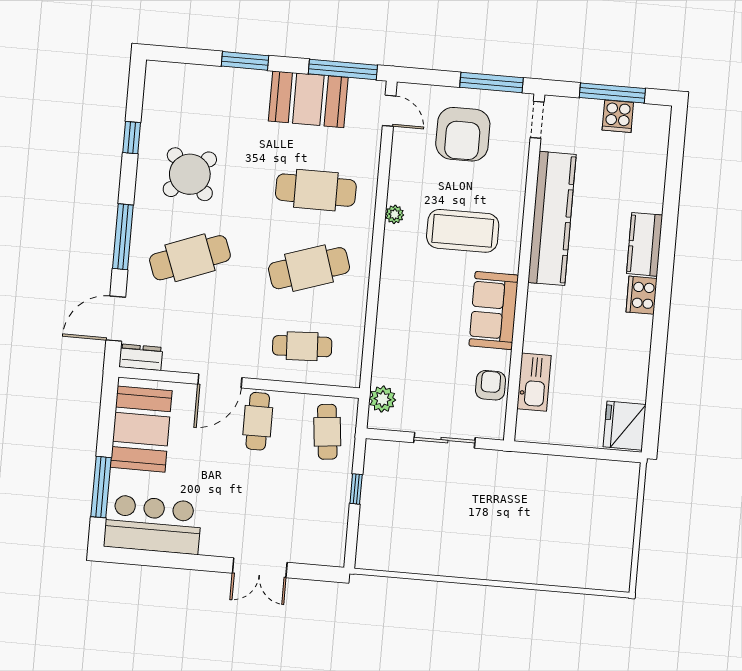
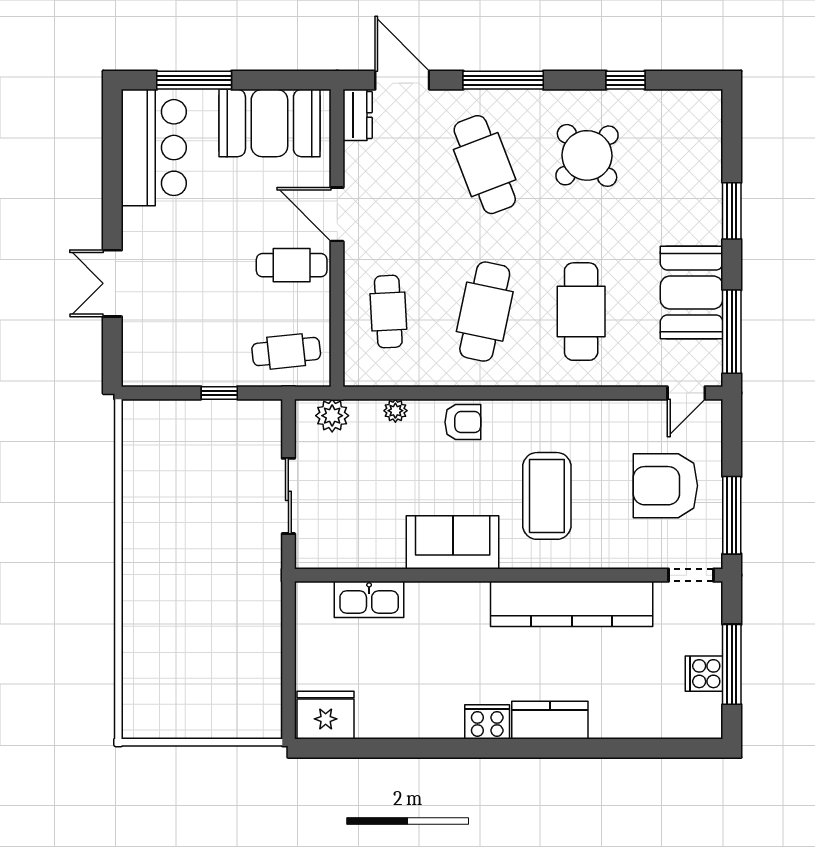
plant: (395, 214) -> (395, 411), moved
cafe table: (309, 268) -> (485, 312), turned 30
armchair: (491, 385) -> (463, 422), moved

